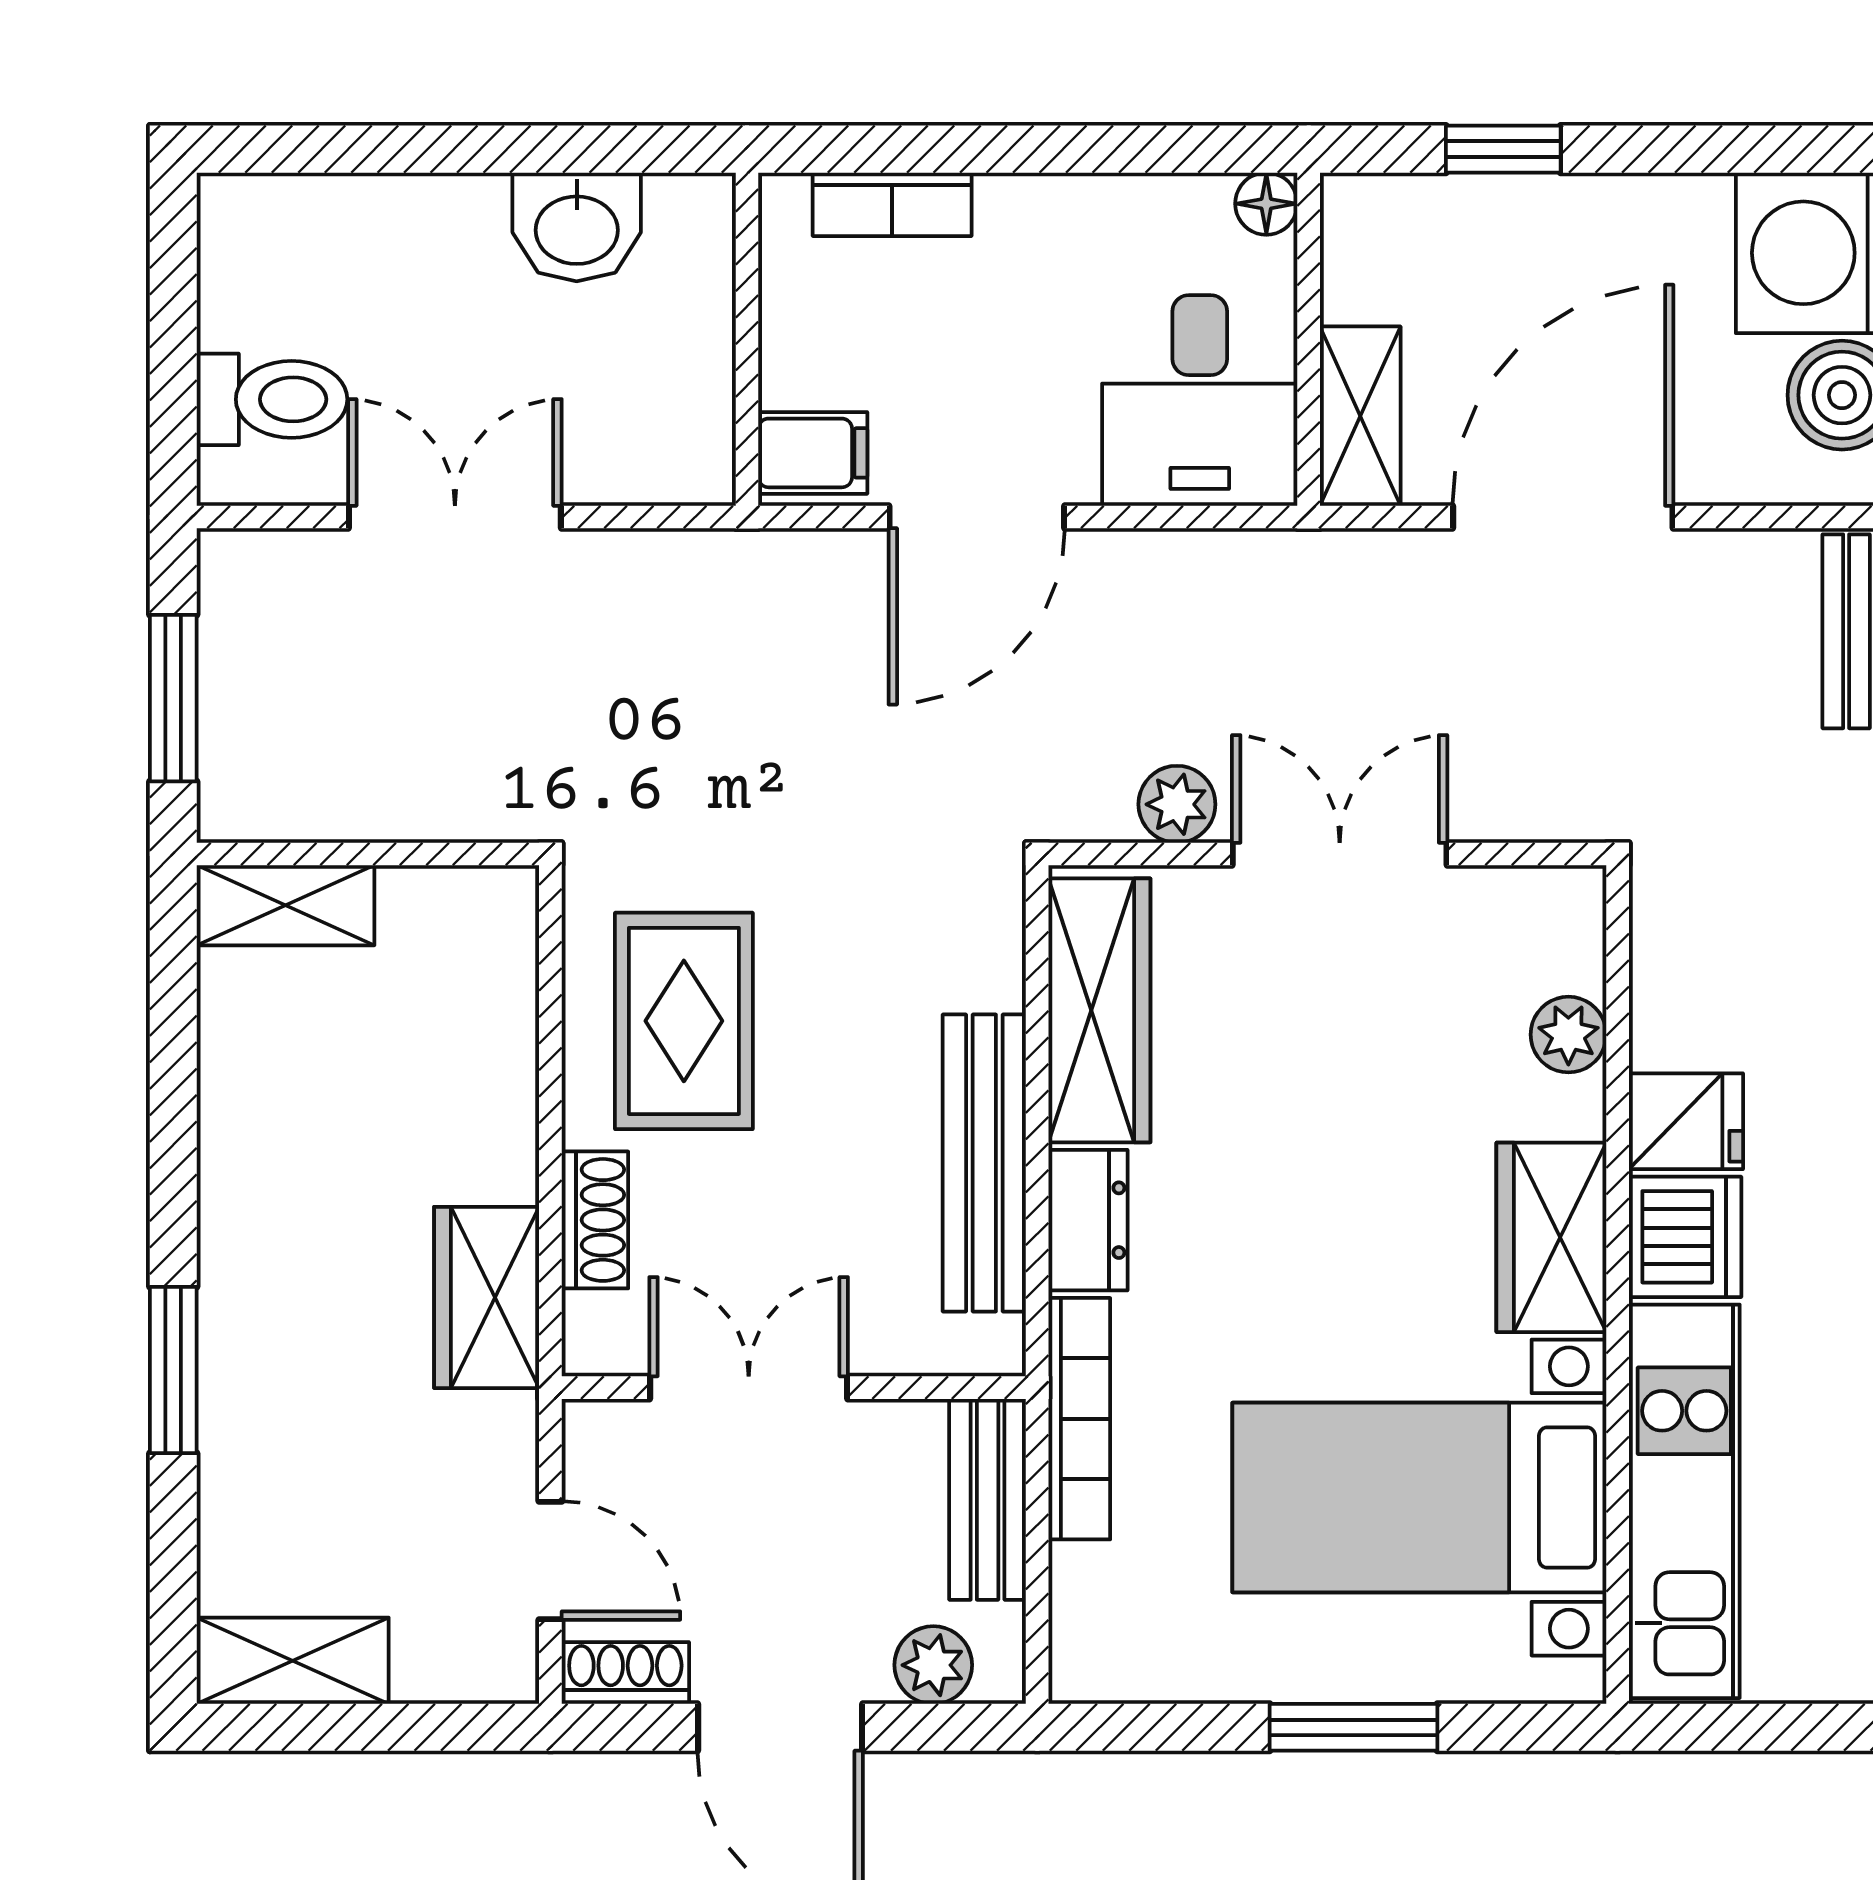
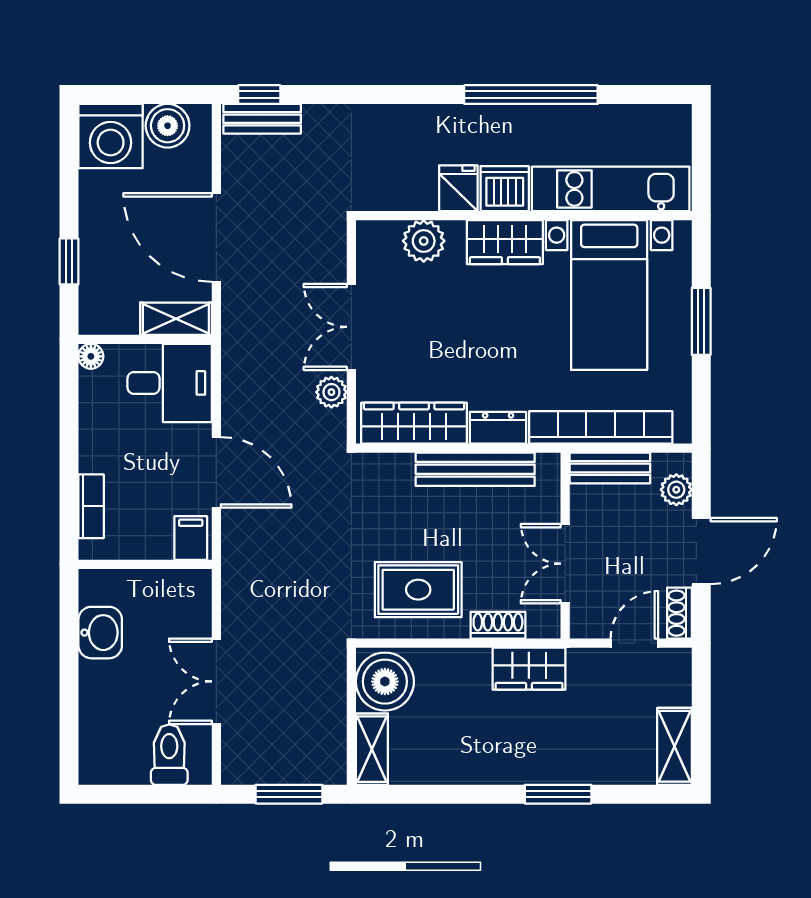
boiler: (454, 938) -> (385, 682), added
plant: (1568, 1035) -> (424, 241), width x1.38, depth x1.38
bookcase: (1079, 1419) -> (601, 427), width x1.48, depth x1.31

